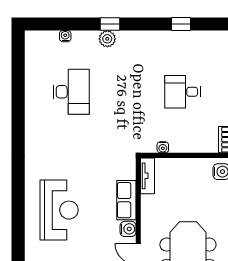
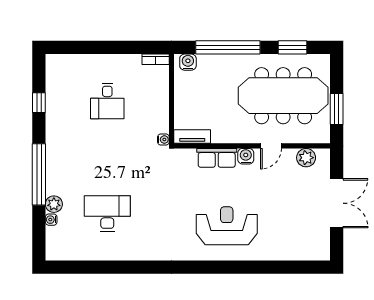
window: (110, 24) -> (39, 174), width x3.17
plant: (107, 39) -> (54, 204), moved
water cooler: (163, 147) -> (163, 140), moved

